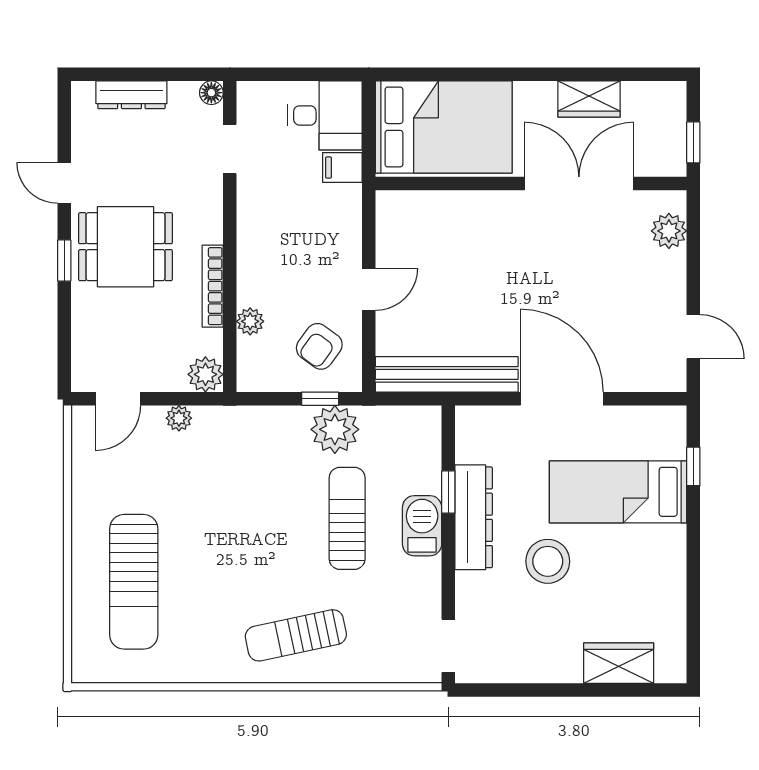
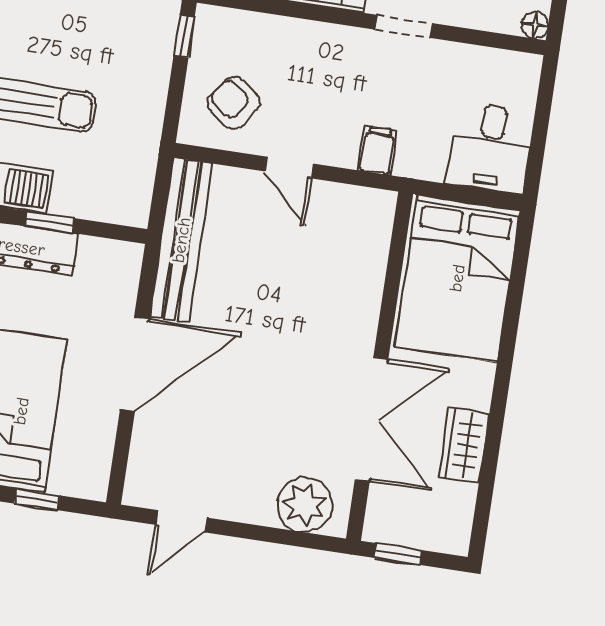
doorway: (230, 149) -> (404, 26), moved
filing cabinet: (342, 167) -> (378, 151), moved
plant: (669, 231) -> (305, 505), width x1.36, depth x1.36
plant: (250, 321) -> (273, 30), removed
window: (320, 399) -> (184, 36), moved
plant: (335, 429) -> (139, 106), removed

